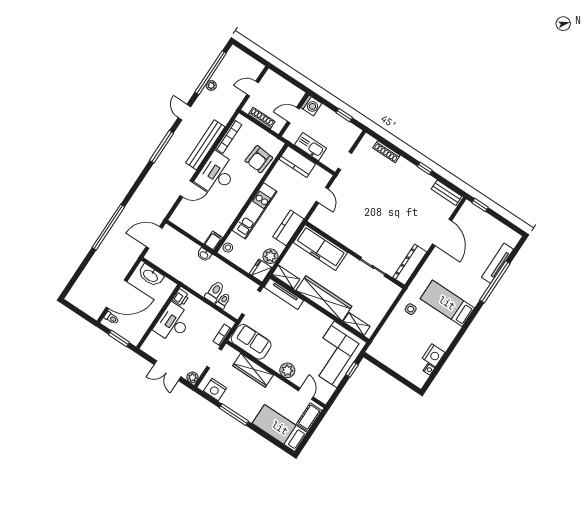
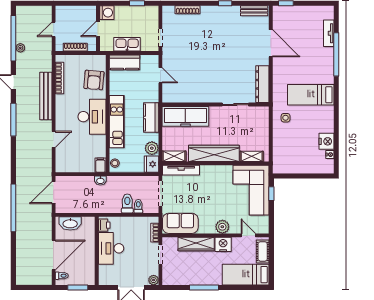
desk: (217, 174) -> (92, 117), moved, turned 180
tv unit: (497, 263) -> (329, 33), width x0.71
nightstand: (215, 390) -> (223, 244), moved, turned 180

